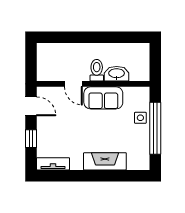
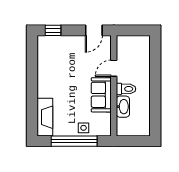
window: (31, 139) -> (53, 30), moved
fireplace: (105, 161) -> (45, 117), moved
tv unit: (53, 164) -> (43, 50), removed

